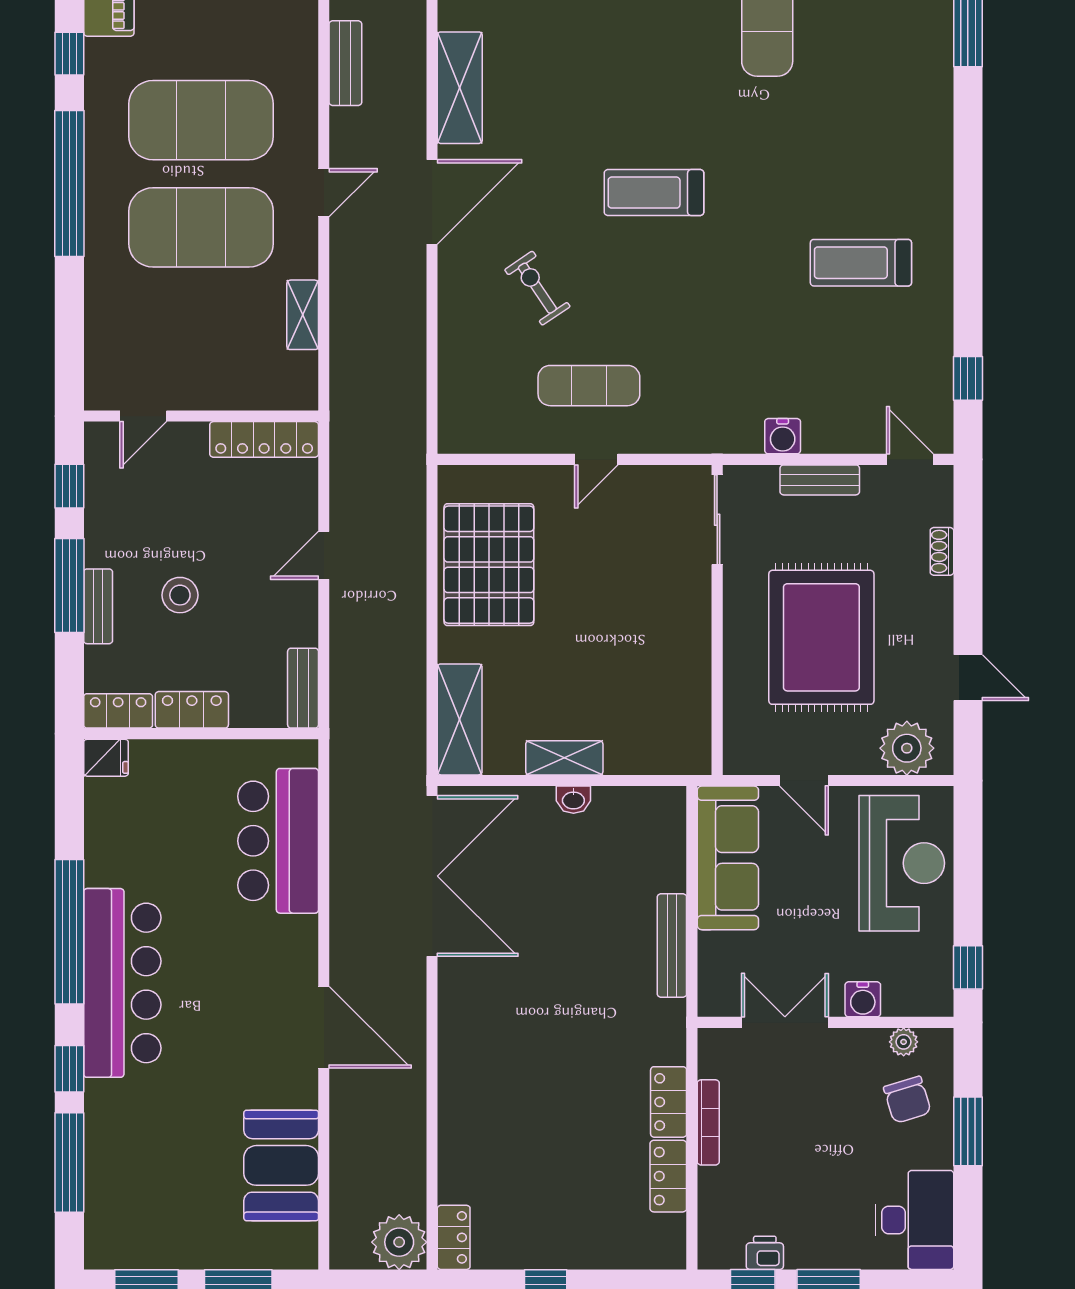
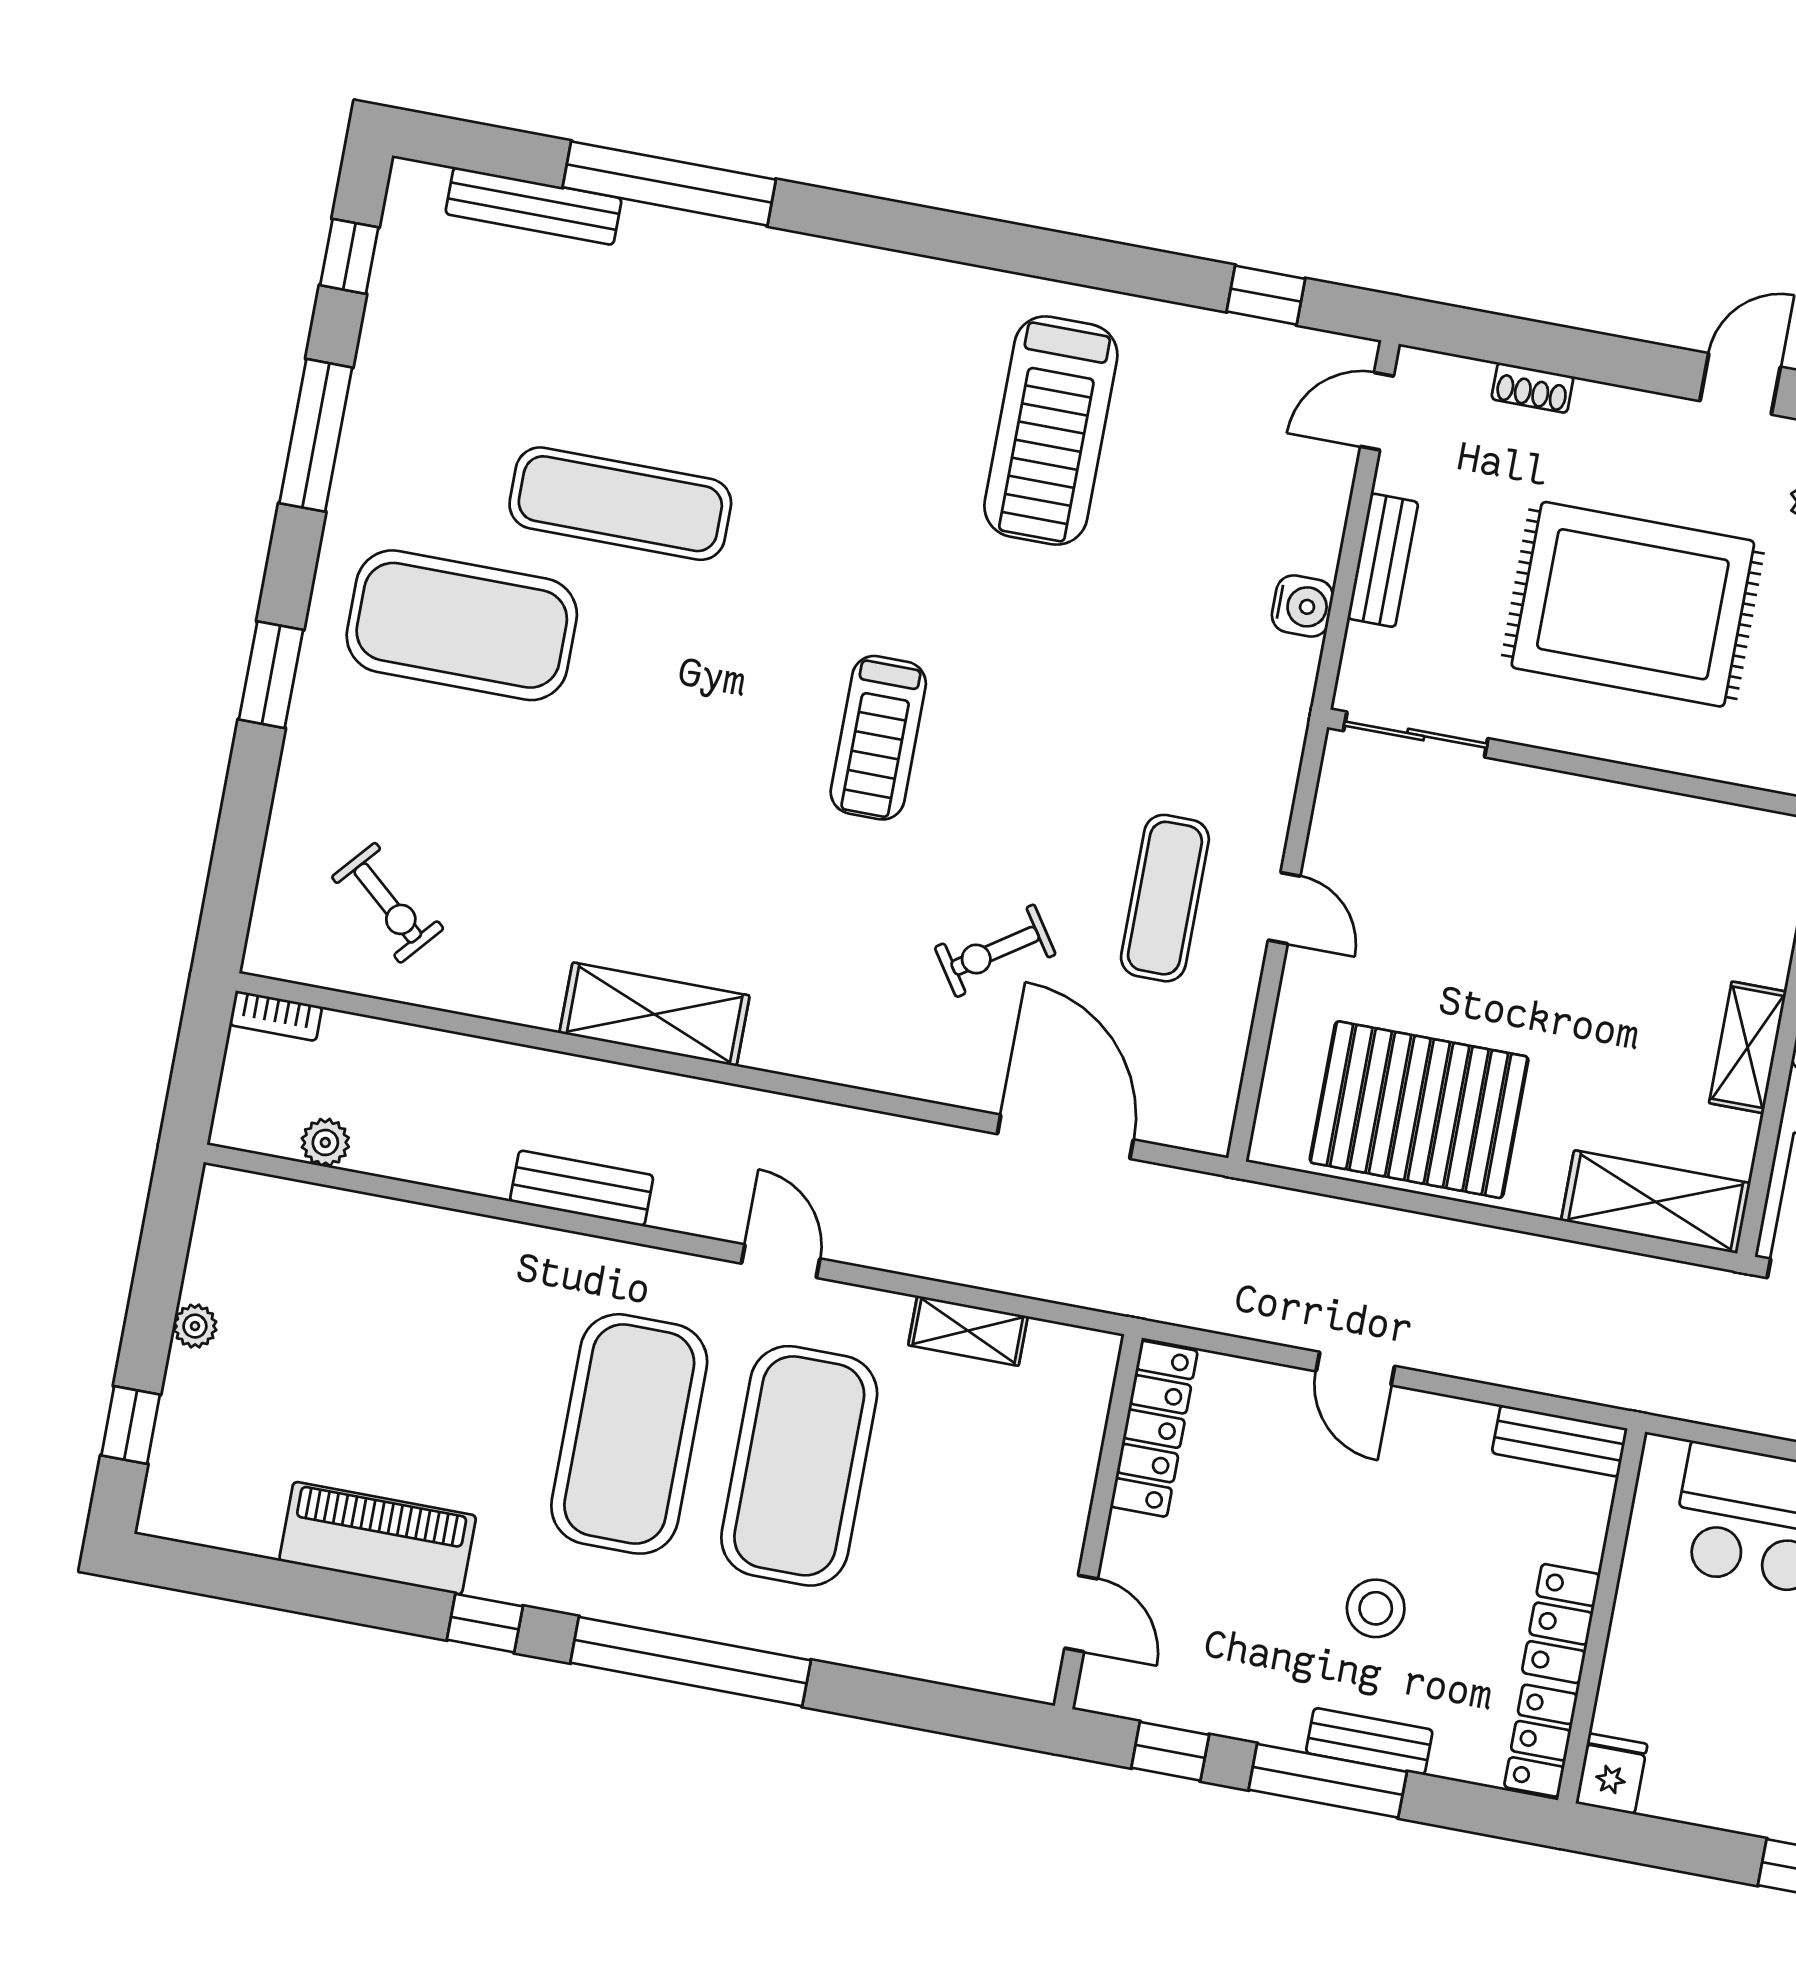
door: (432, 202) -> (1065, 1137), moved
treadmill: (861, 263) -> (1051, 431), width x1.37, depth x1.38

